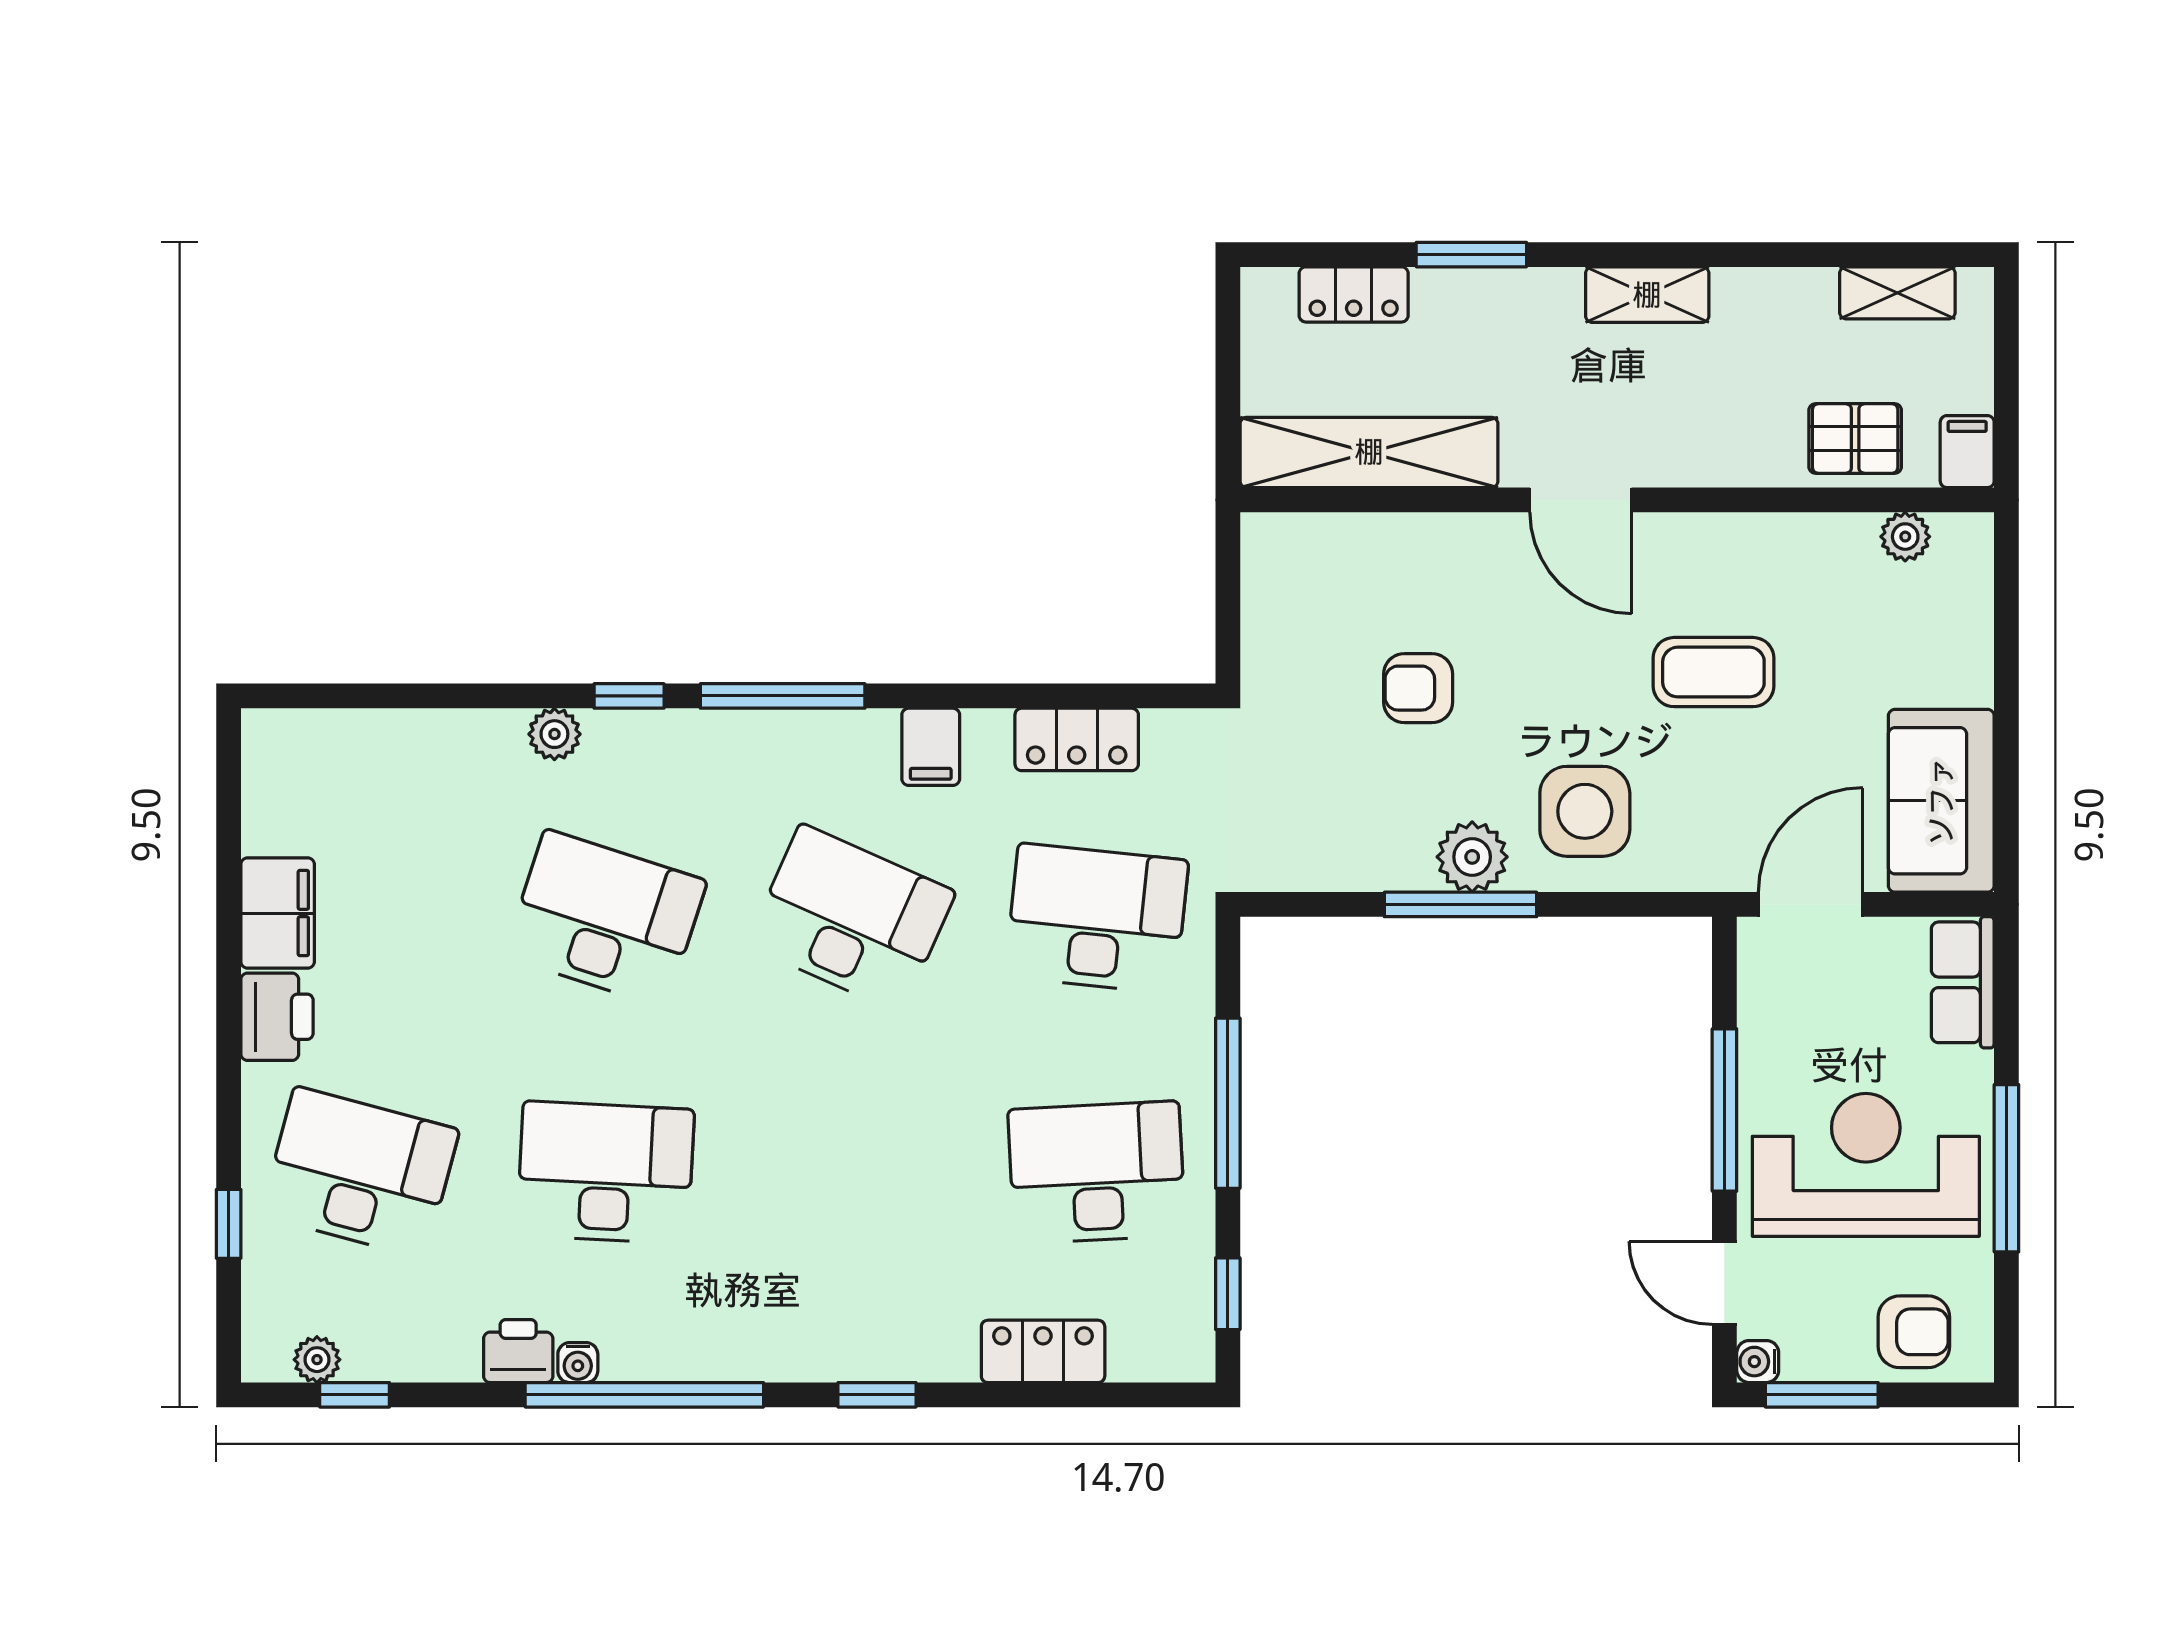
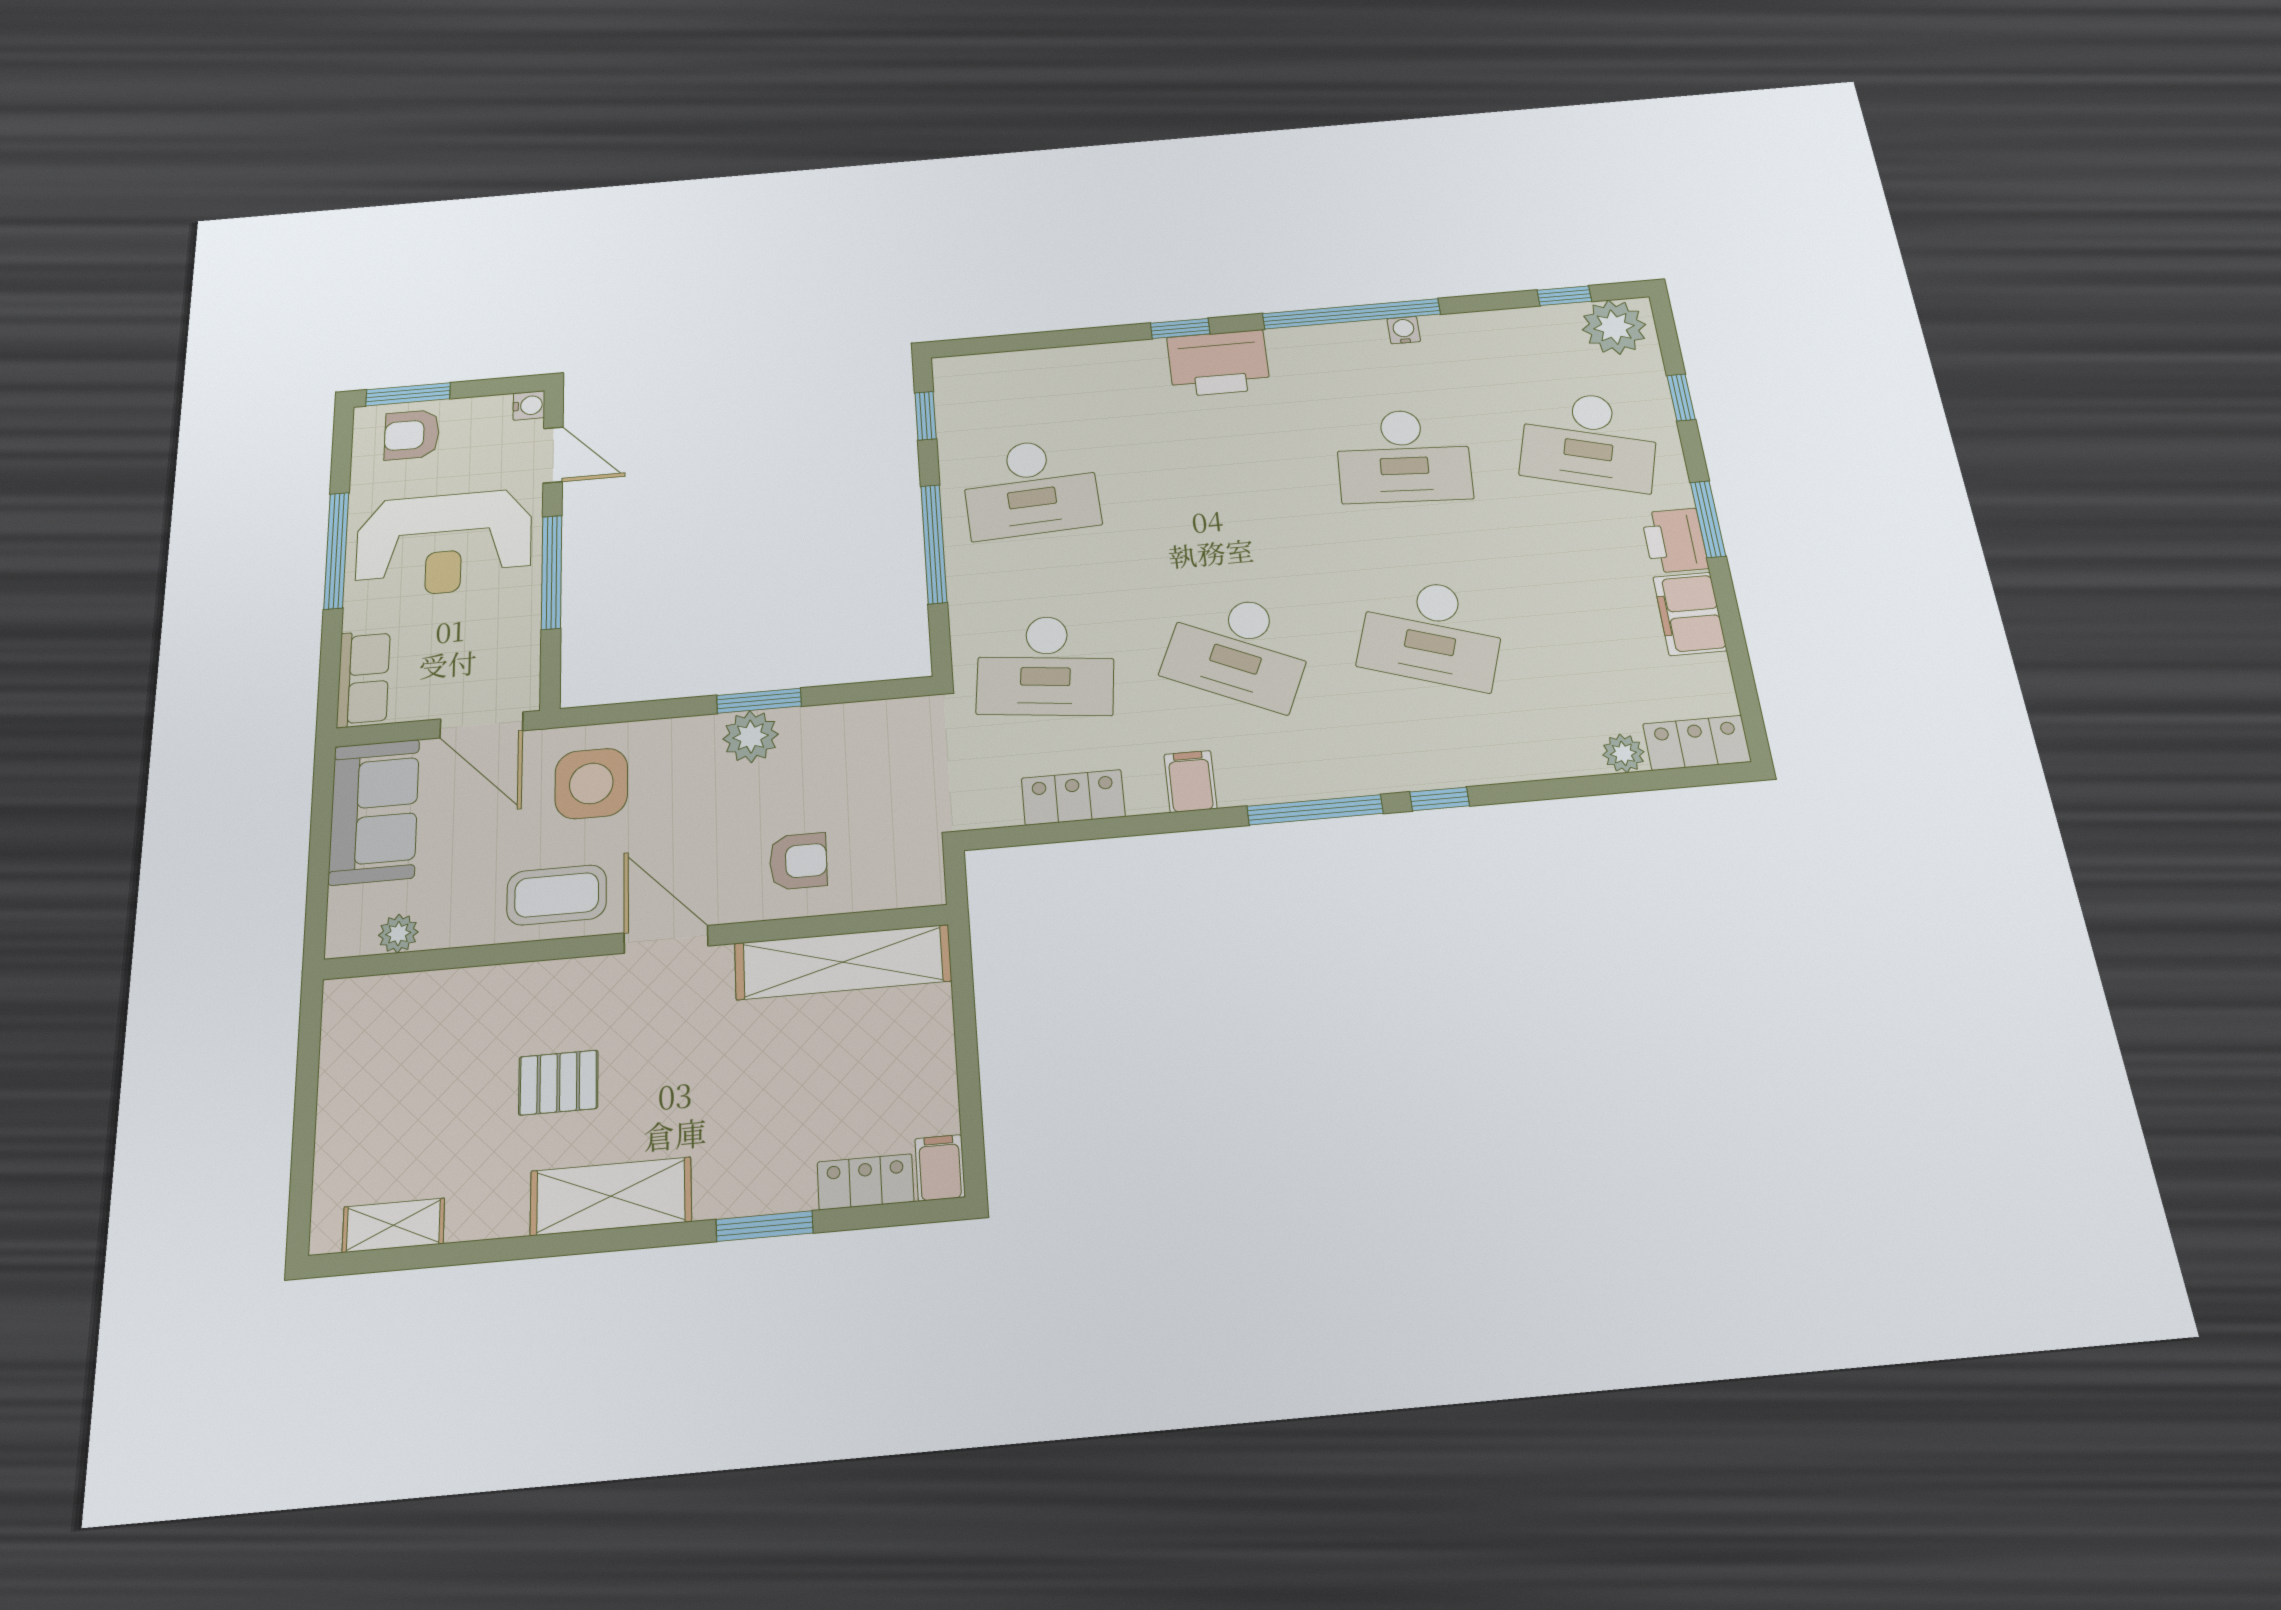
shelving: (1647, 295) -> (611, 1196), width x1.50, depth x1.33
pallet: (1855, 439) -> (558, 1083), moved
shelving: (1369, 452) -> (843, 962), moved
filing cabinet: (1967, 452) -> (940, 1168), moved, turned 180
door: (1581, 500) -> (666, 939), moved
wall: (1617, 500) -> (636, 942), moved
plant: (1905, 537) -> (398, 934), moved
plant: (554, 734) -> (1623, 753), moved
side table: (1585, 811) -> (591, 784), moved
window: (1460, 904) -> (759, 701), width x0.69
door: (1811, 904) -> (482, 725), hinge flipped
window: (229, 1043) -> (1708, 519), added
printer: (518, 1351) -> (1218, 363), moved, width x1.87, depth x1.48
locker: (1043, 1351) -> (1697, 743), moved, turned 180
plant: (317, 1360) -> (1614, 327), width x1.87, depth x1.87
window: (1822, 1395) -> (408, 394), moved

